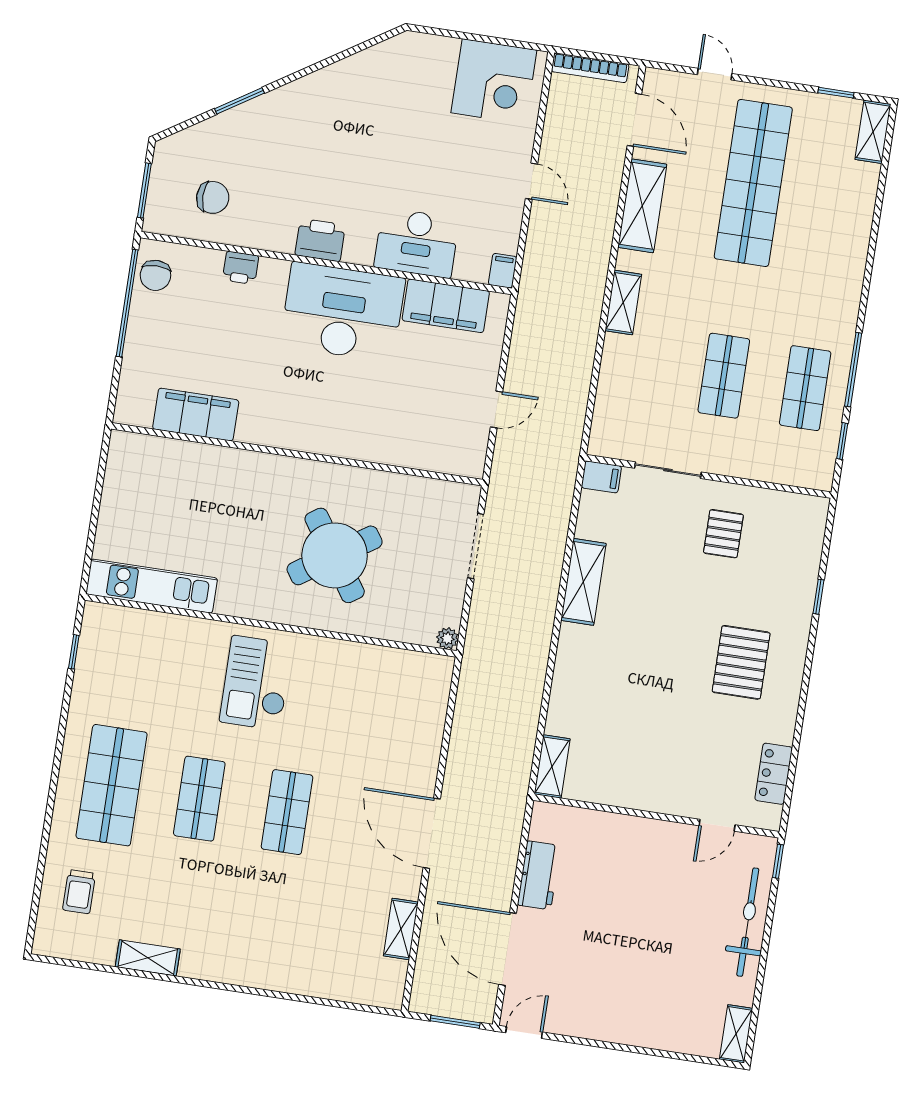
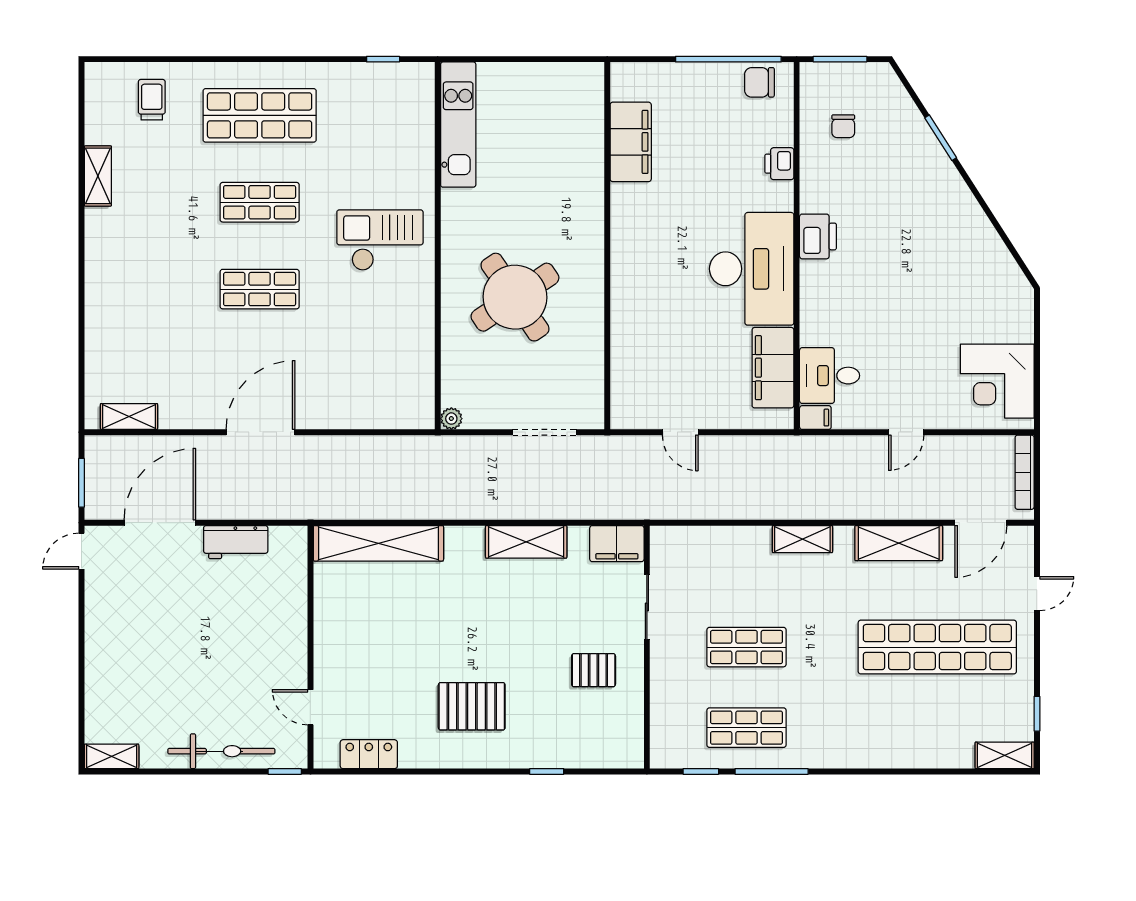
chair: (213, 197) -> (843, 126), width x0.73, depth x0.73
desk: (417, 243) -> (830, 376), moved, width x0.73
filing cabinet: (601, 477) -> (617, 544), width x2.00
shelving: (552, 767) -> (378, 543), width x2.20, depth x1.33
trolley: (79, 892) -> (152, 100), turned 90
shelving: (401, 929) -> (129, 416), moved
door: (524, 1032) -> (82, 551), swing flipped

